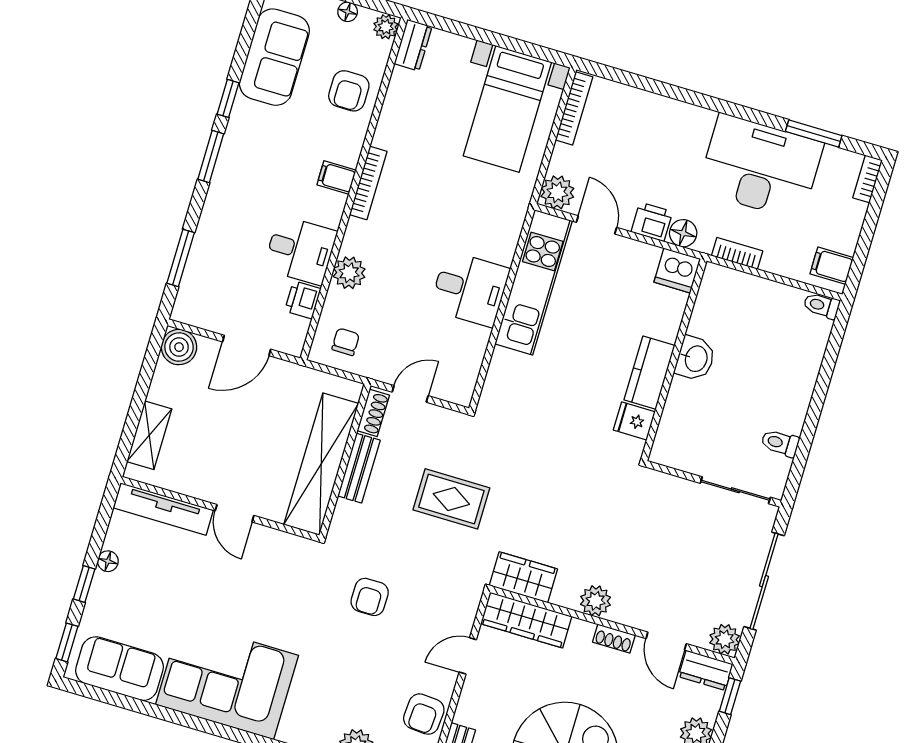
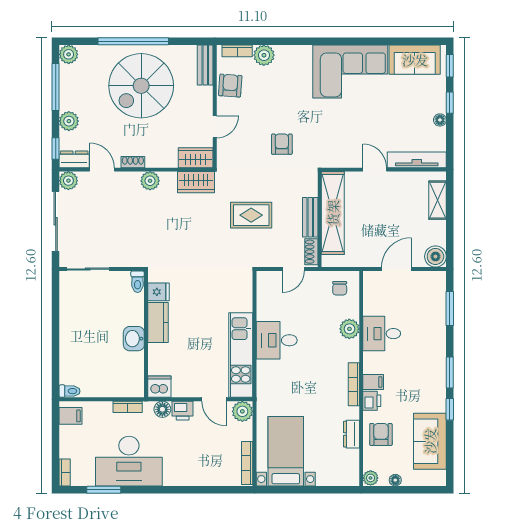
dresser: (413, 45) -> (351, 434), moved
printer: (303, 300) -> (372, 401), moved
toilet: (780, 443) -> (138, 282), moved, turned 90
wardrobe: (526, 620) -> (196, 158), width x0.67

